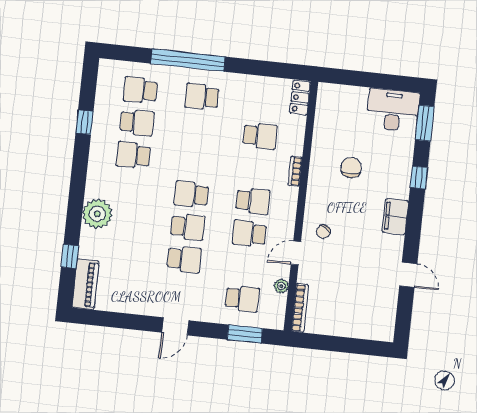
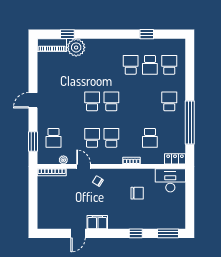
window: (188, 60) -> (190, 123), moved
desk: (393, 110) -> (170, 180), moved, turned -90
school desk: (253, 201) -> (111, 138), turned 180
plant: (97, 214) -> (76, 47), moved
filing cabinet: (395, 217) -> (97, 222), moved
school desk: (188, 227) -> (92, 101), turned 180
school desk: (184, 259) -> (73, 101), removed
door: (175, 326) -> (33, 100), hinge flipped

